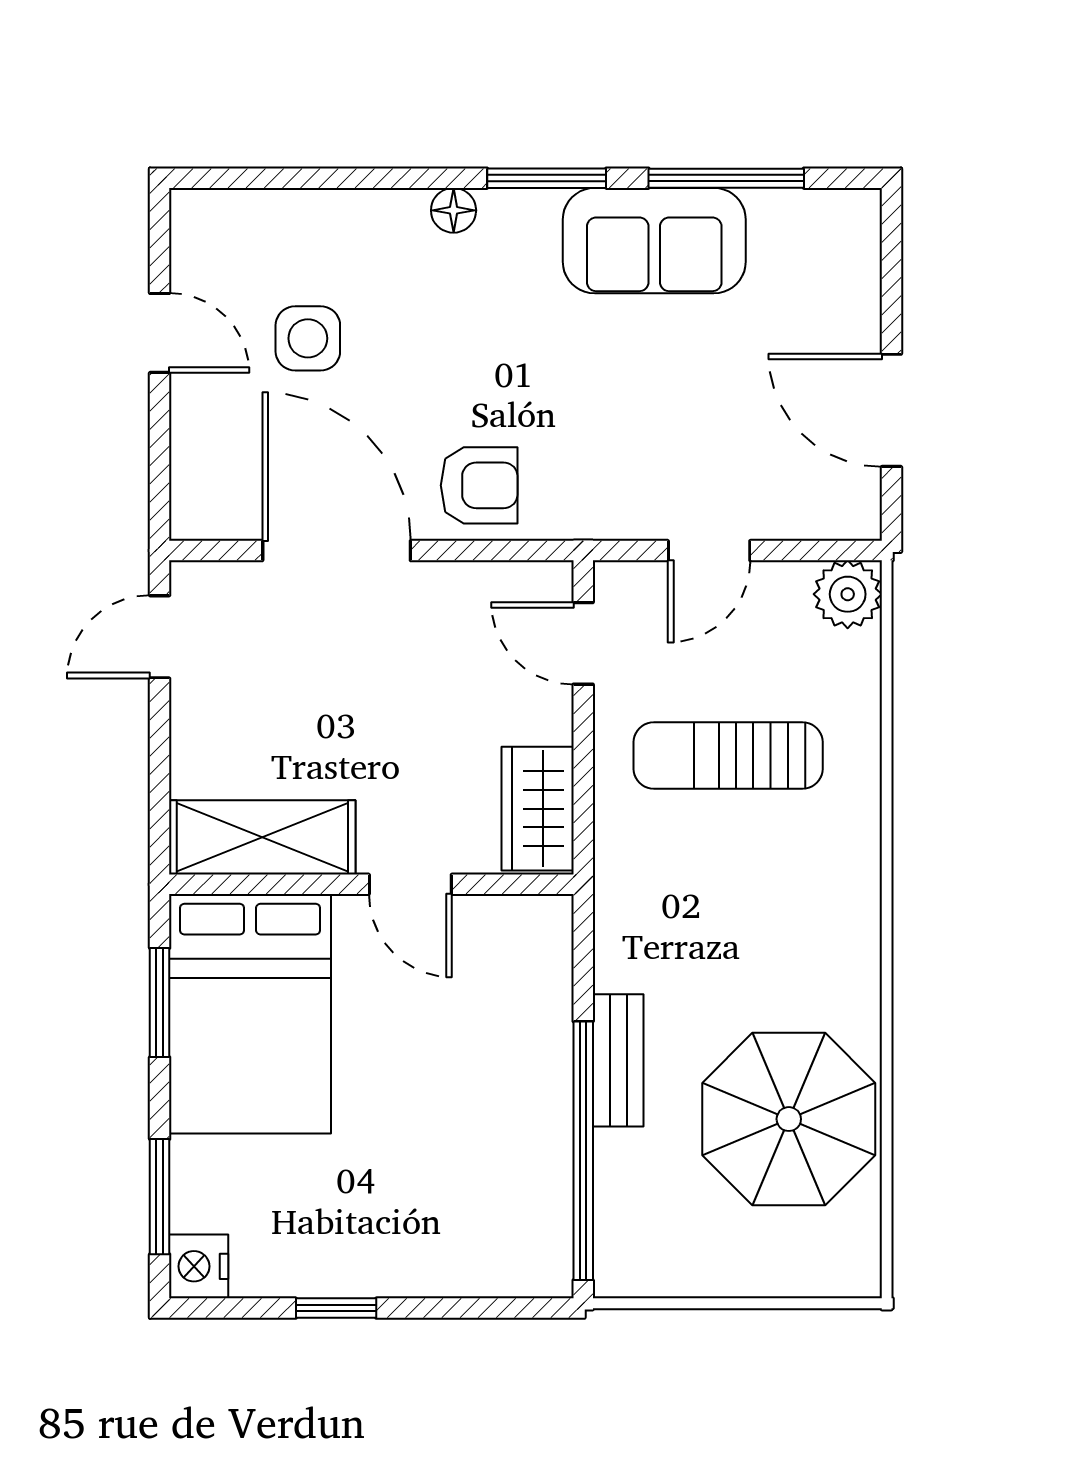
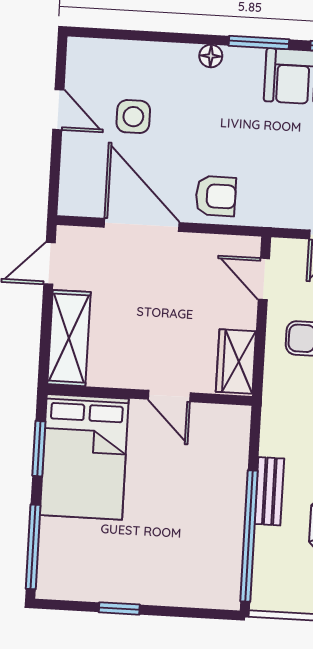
shelving: (262, 837) -> (69, 338), moved, turned 90
window: (160, 1197) -> (33, 547), width x1.44
nightstand: (199, 1266) -> (51, 583), removed

